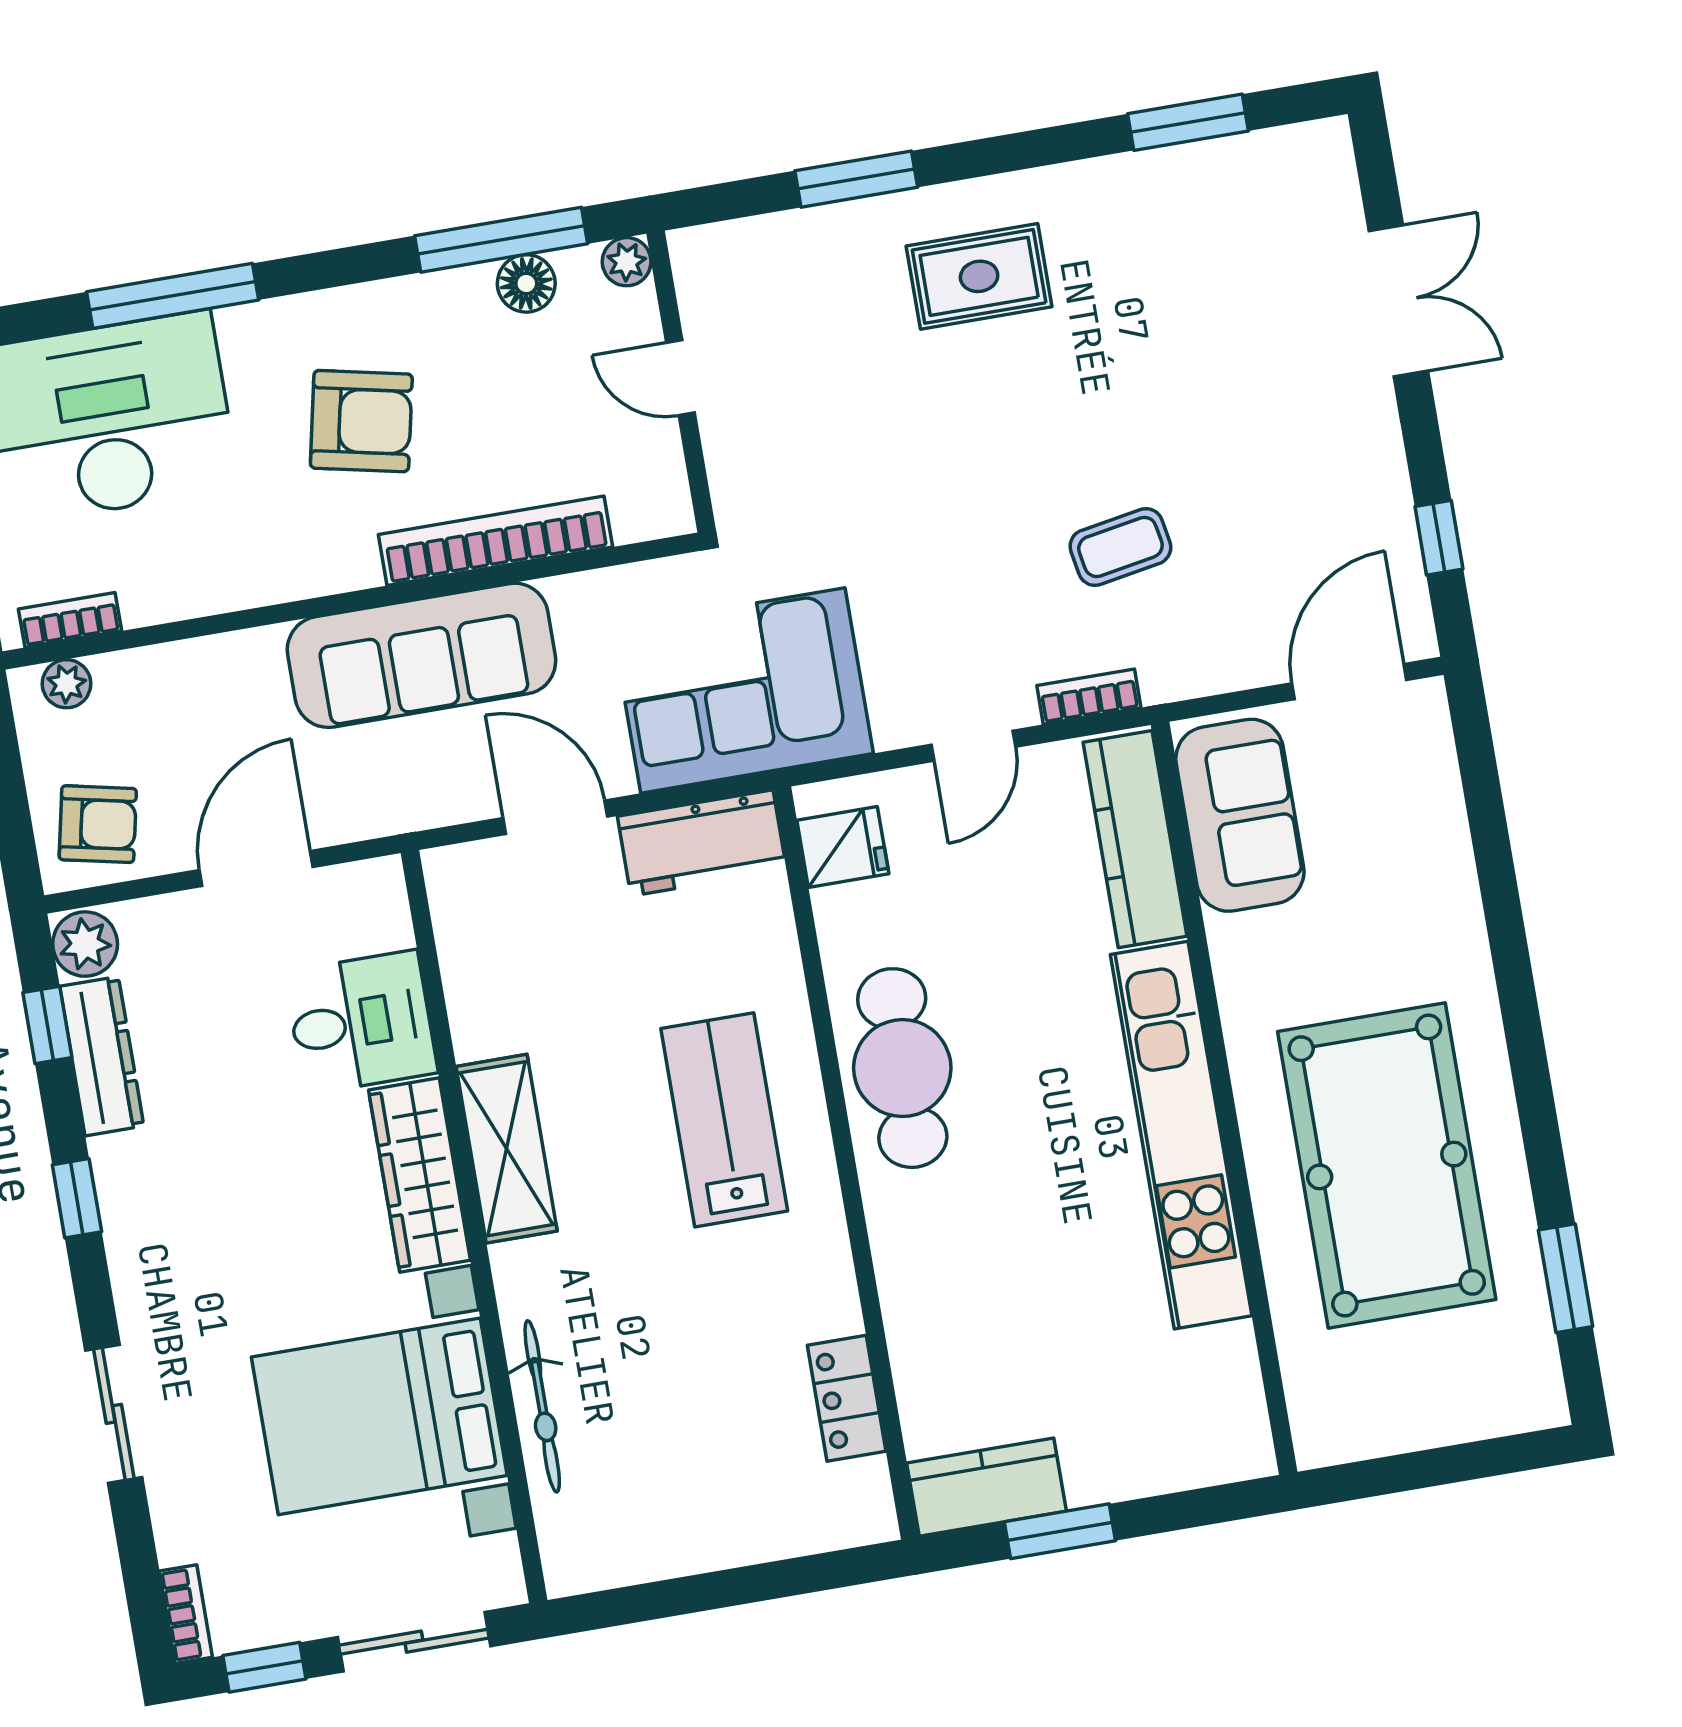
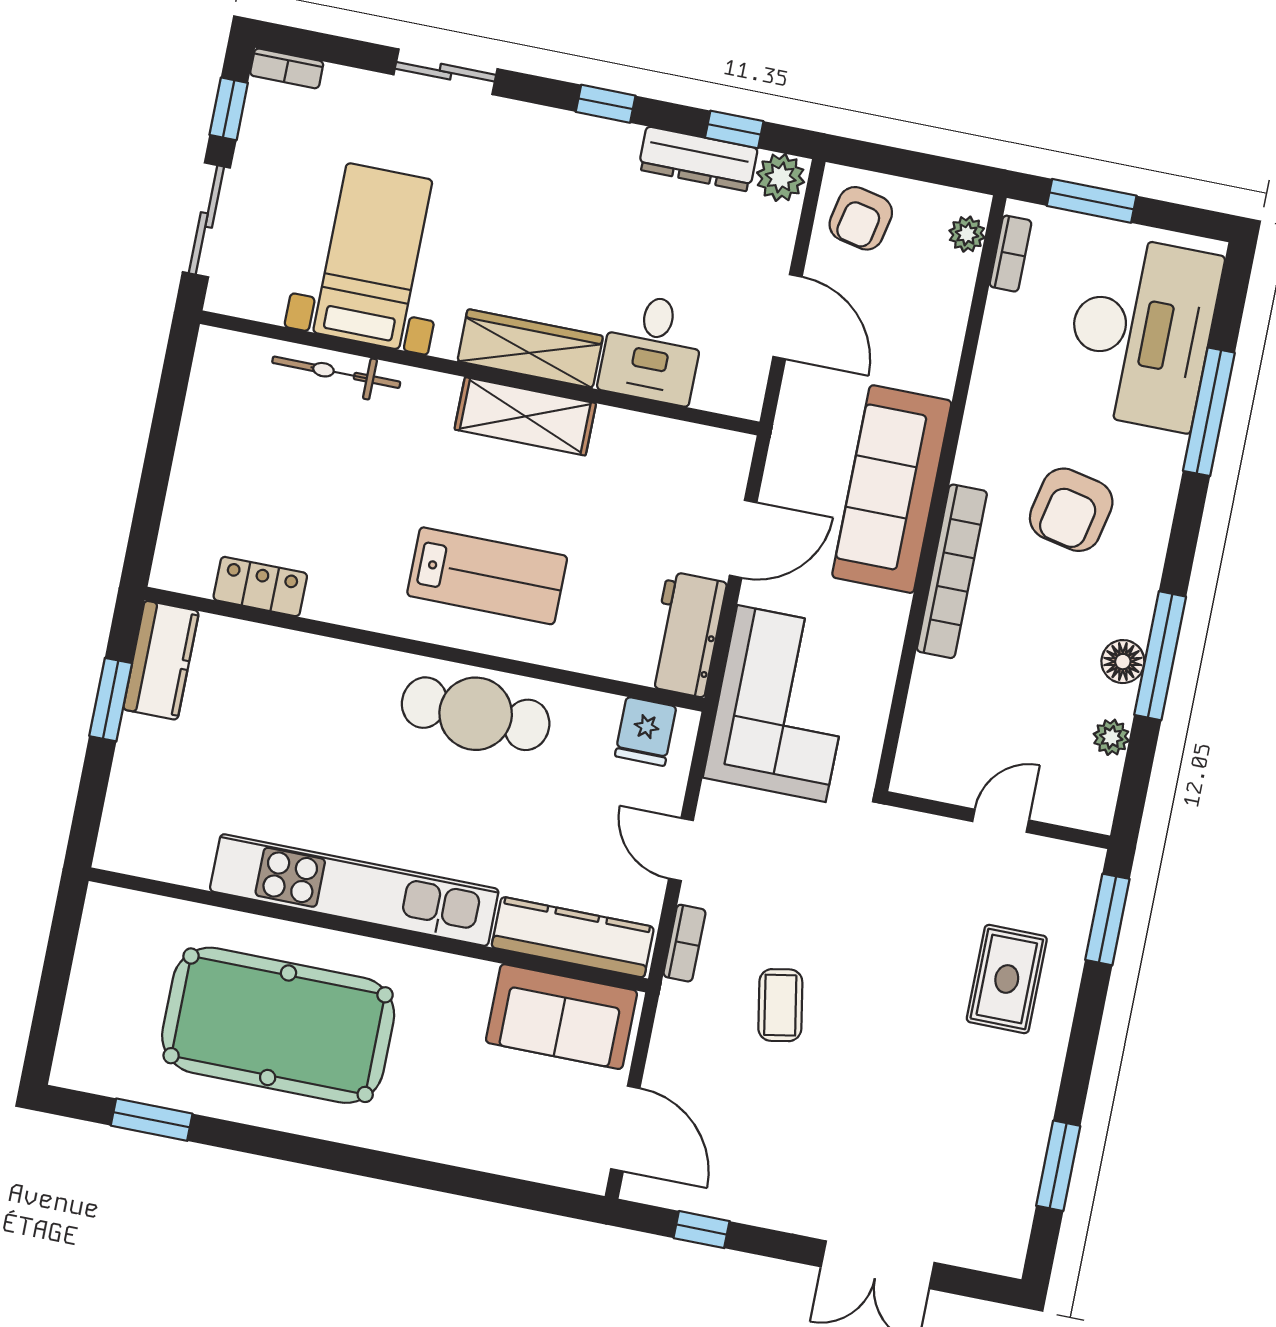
door: (680, 378) -> (1001, 821), moved
wall: (681, 382) -> (998, 820), moved
bed with nightstands: (379, 1416) -> (373, 256), width x0.73

